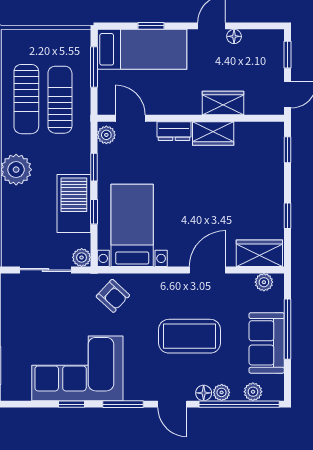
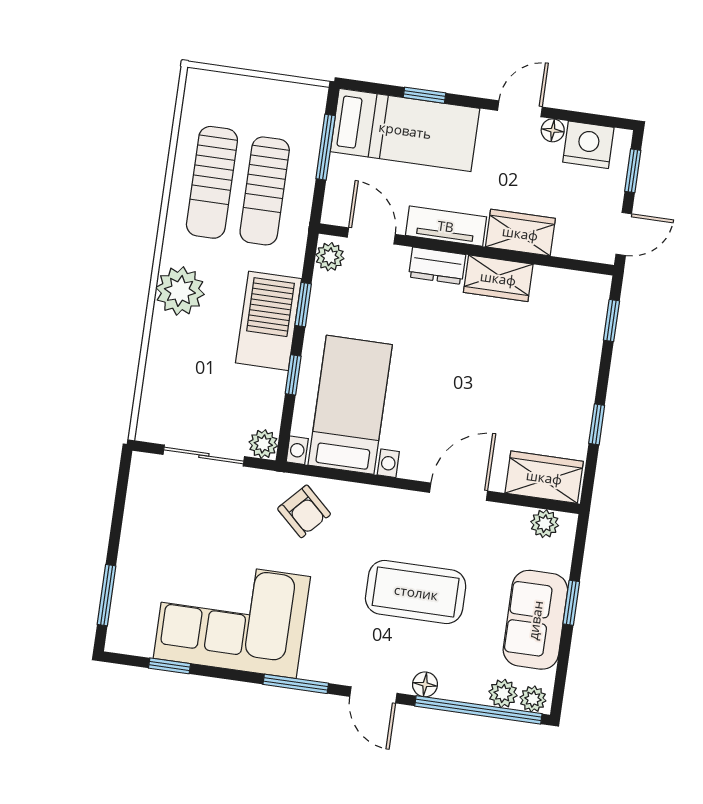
nightstand: (258, 42) -> (588, 145), added
sun lounger: (60, 100) -> (265, 191), turned 180
tv unit: (176, 106) -> (446, 226), added
barbecue: (74, 204) -> (269, 321), moved
window: (287, 329) -> (571, 603), width x0.46
plant: (222, 392) -> (533, 699), moved
window: (72, 404) -> (169, 666), moved

